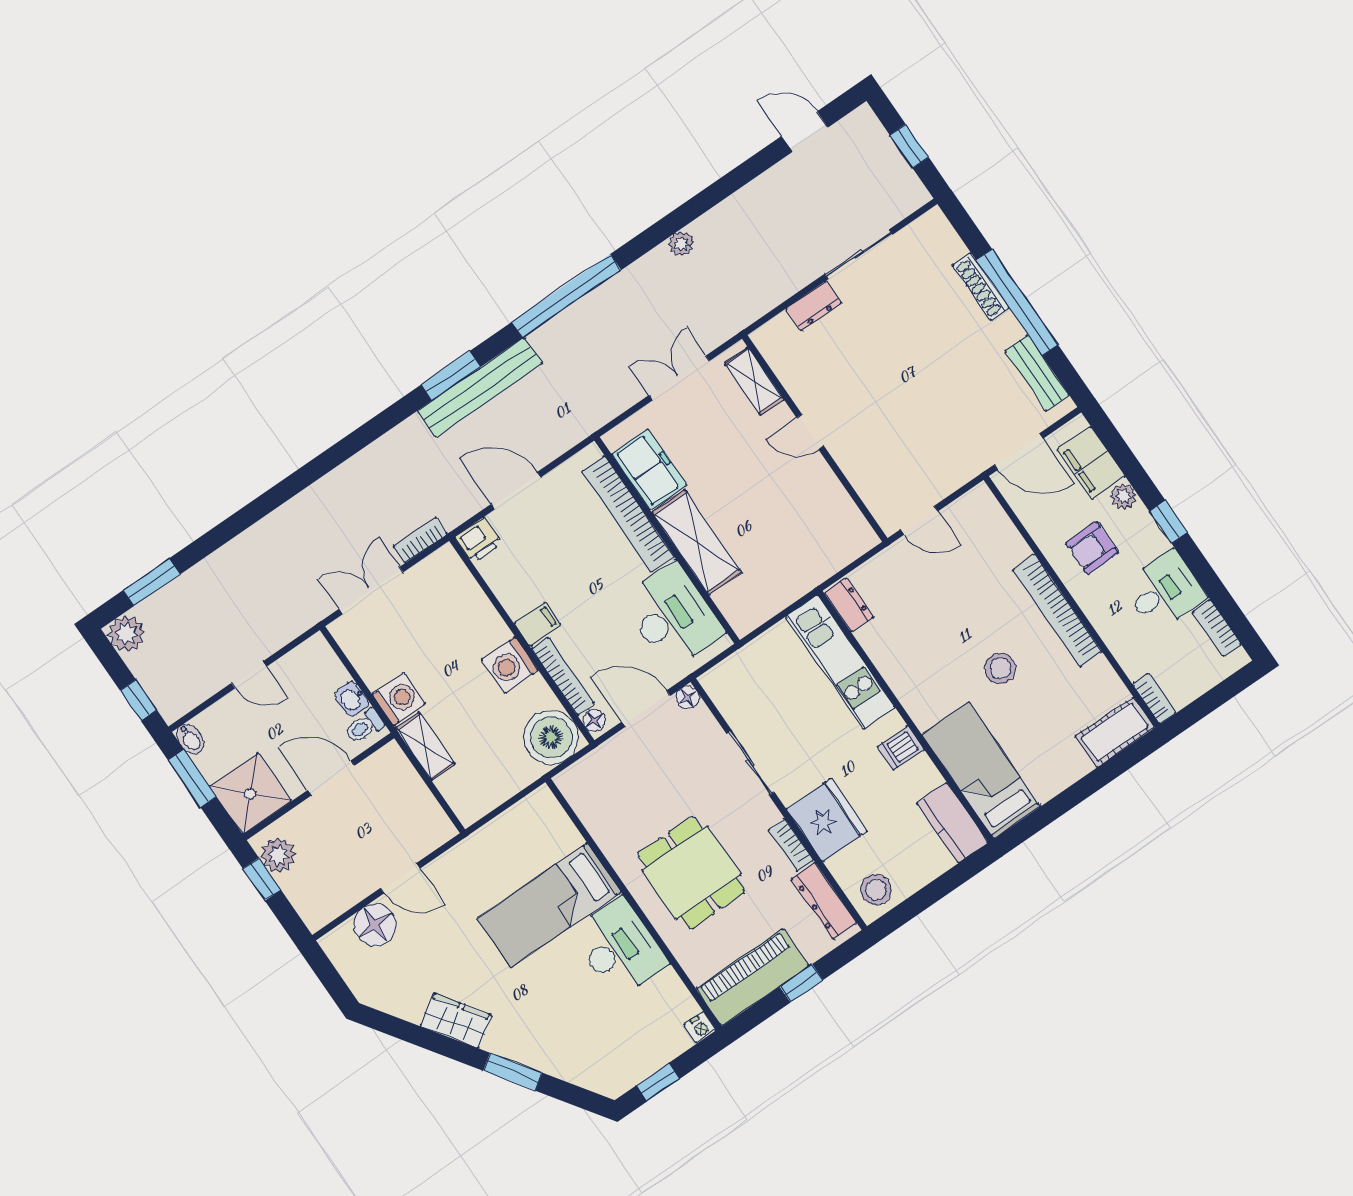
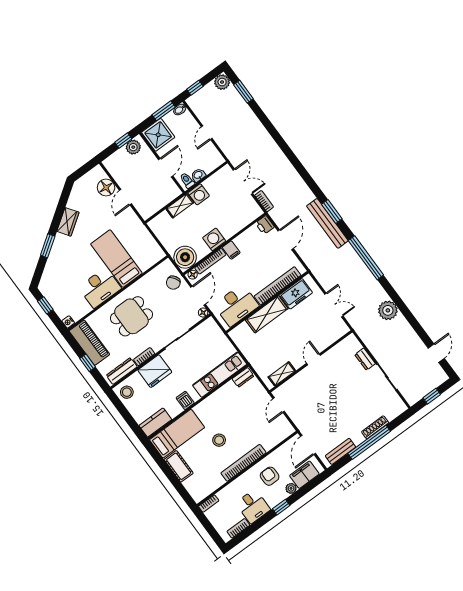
plant: (681, 244) -> (388, 310), width x1.88, depth x1.88
shelving: (754, 381) -> (282, 374), moved
cot: (1115, 732) -> (179, 466), moved
chair: (612, 768) -> (173, 283), added

